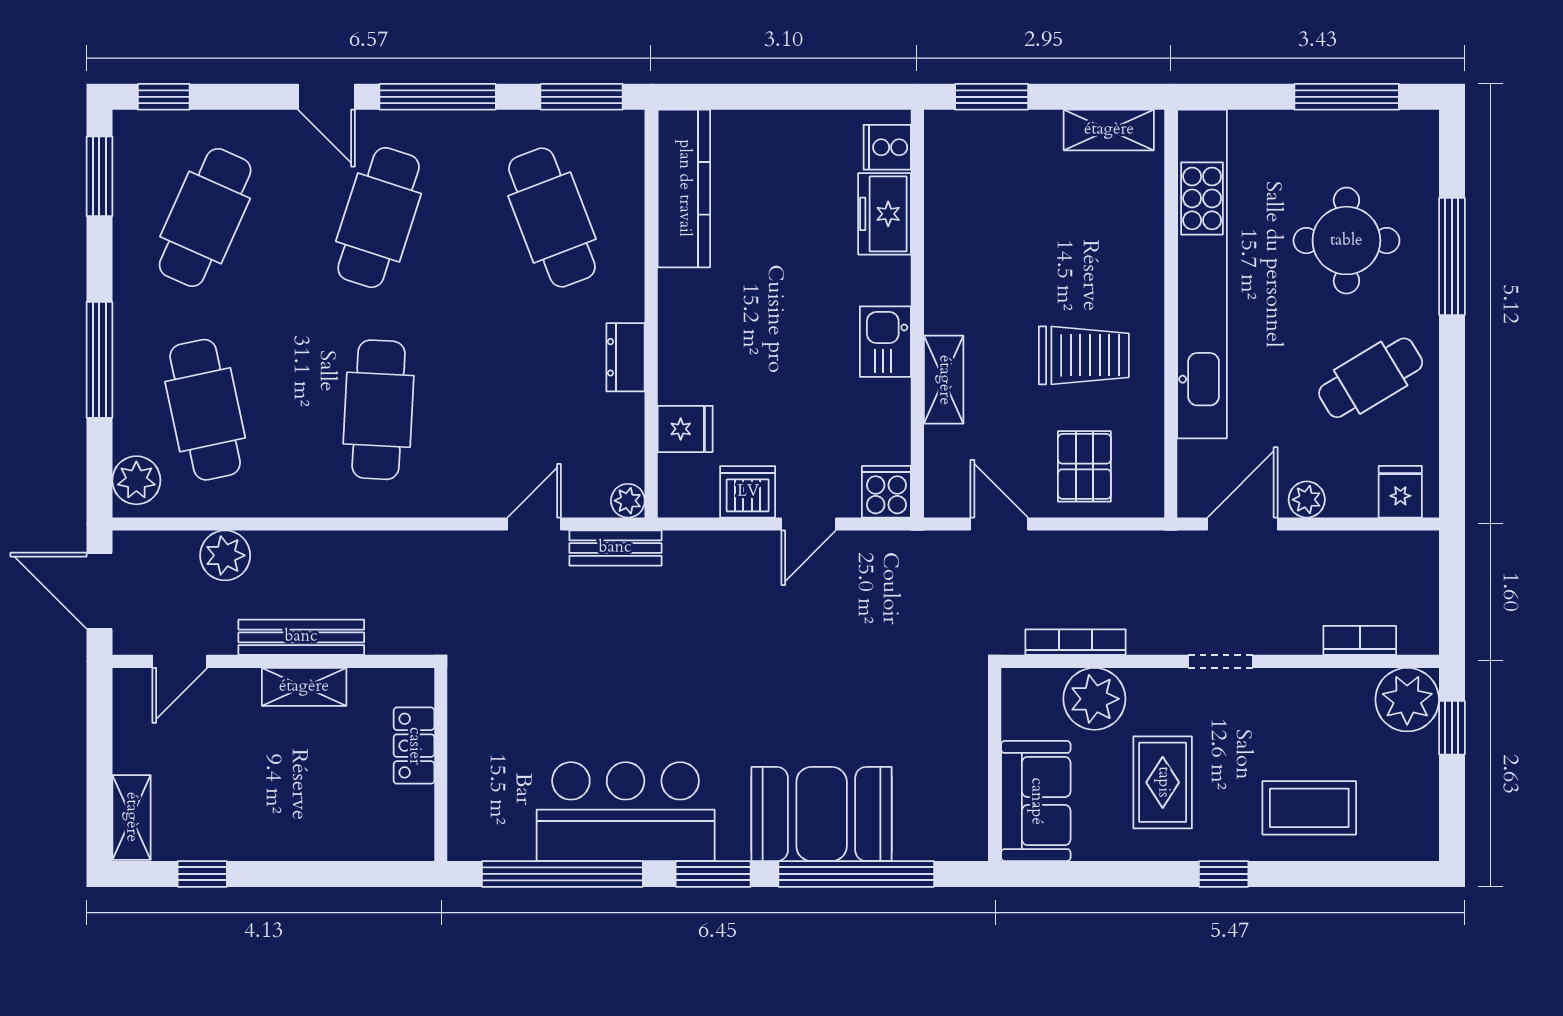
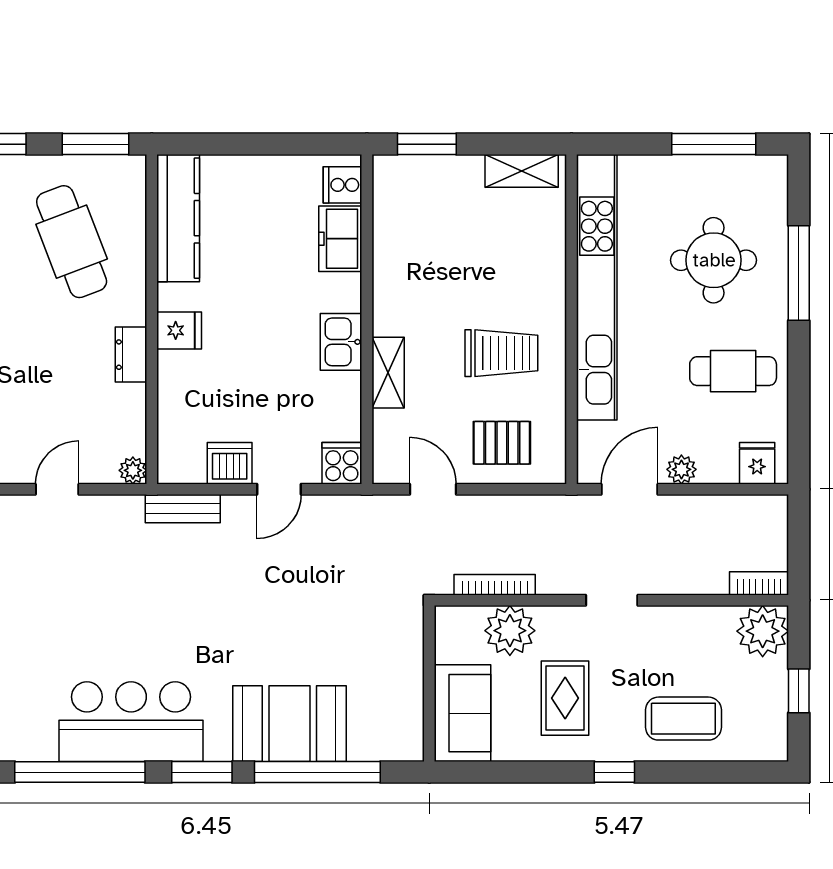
cafe table: (1371, 378) -> (733, 371), turned 31
fridge: (685, 429) -> (179, 330), moved
pallet: (1084, 466) -> (502, 443), turned 90
bench: (615, 548) -> (183, 509), moved
bookcase: (1360, 640) -> (759, 583), moved
window: (1452, 728) -> (799, 691), moved

